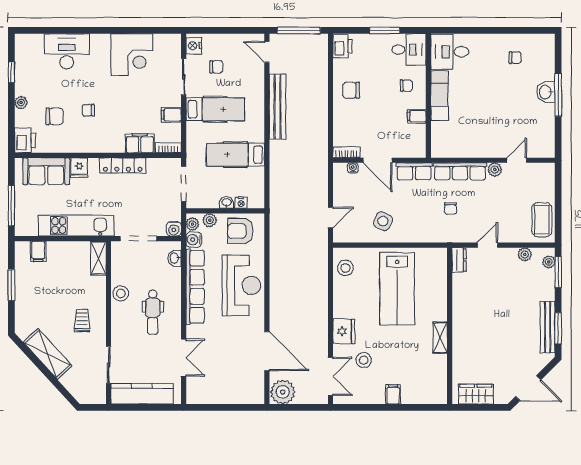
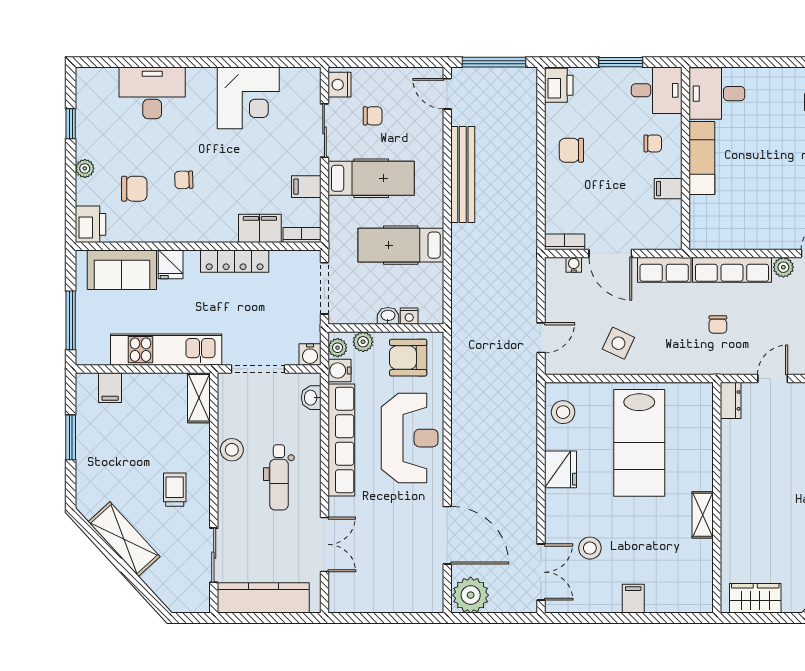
fridge: (344, 331) -> (561, 469), moved

